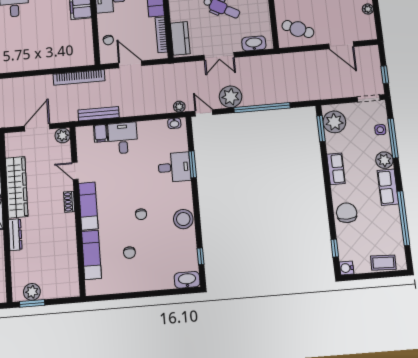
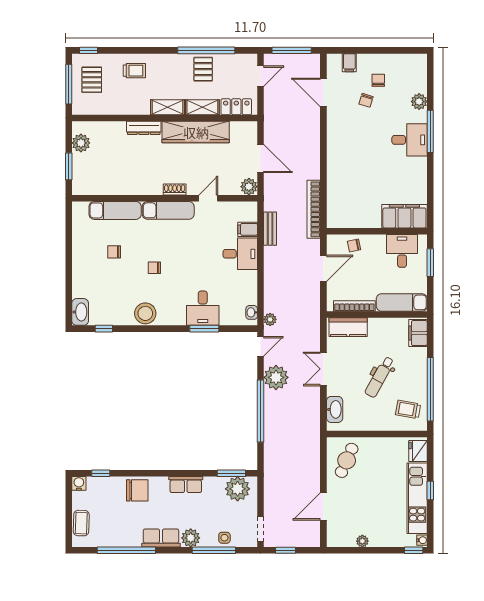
bench: (99, 114) -> (270, 229), width x0.73
window: (32, 303) -> (69, 166), moved

